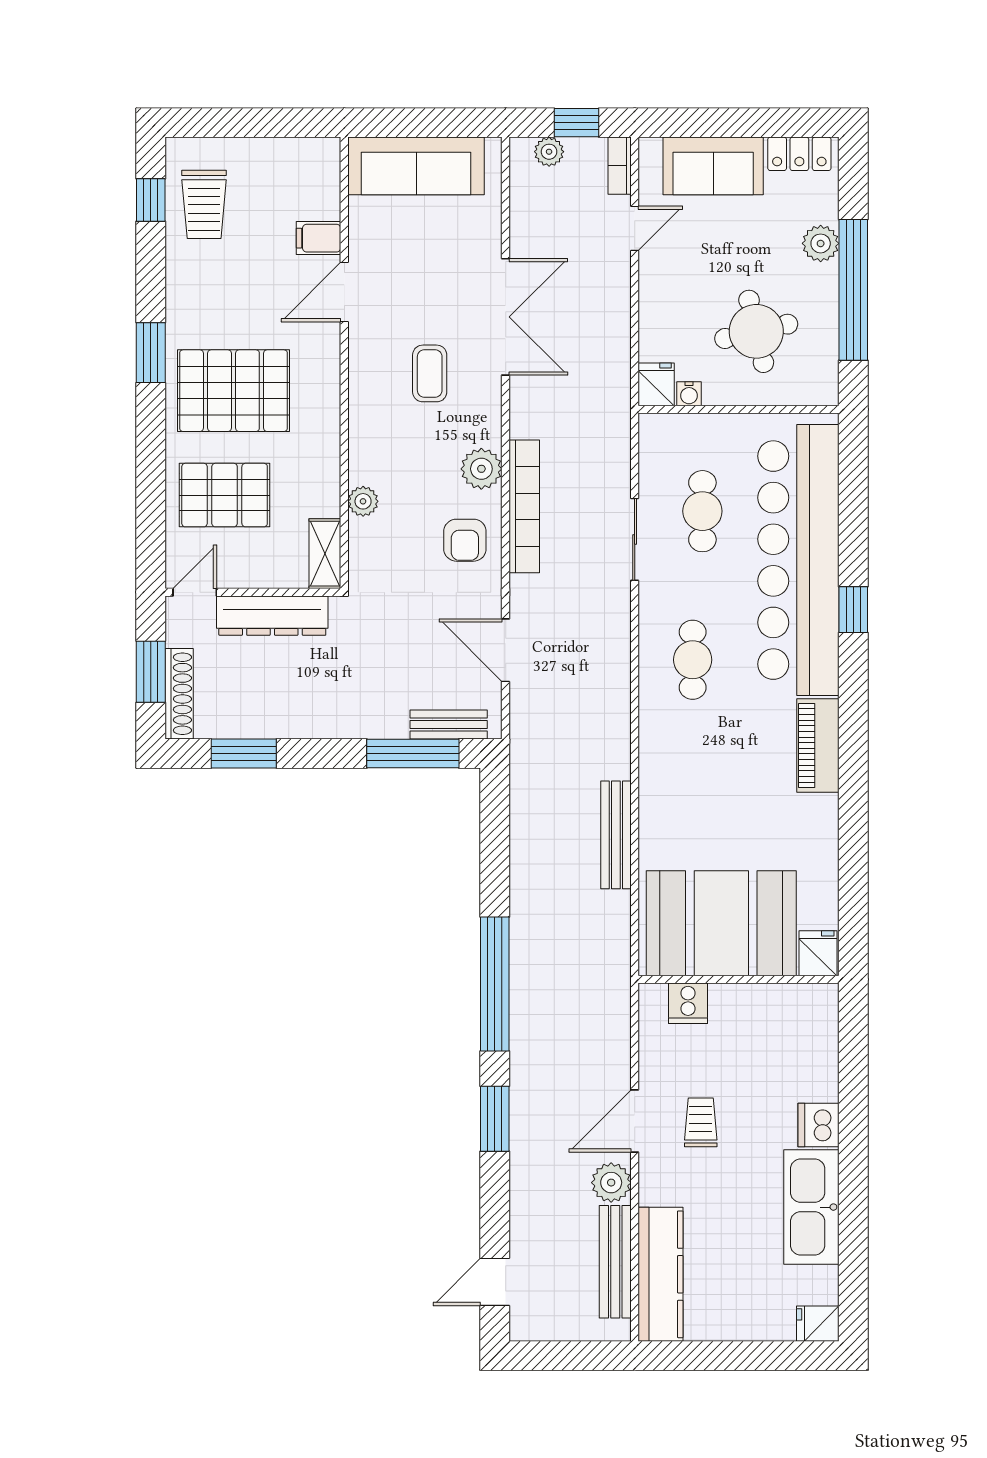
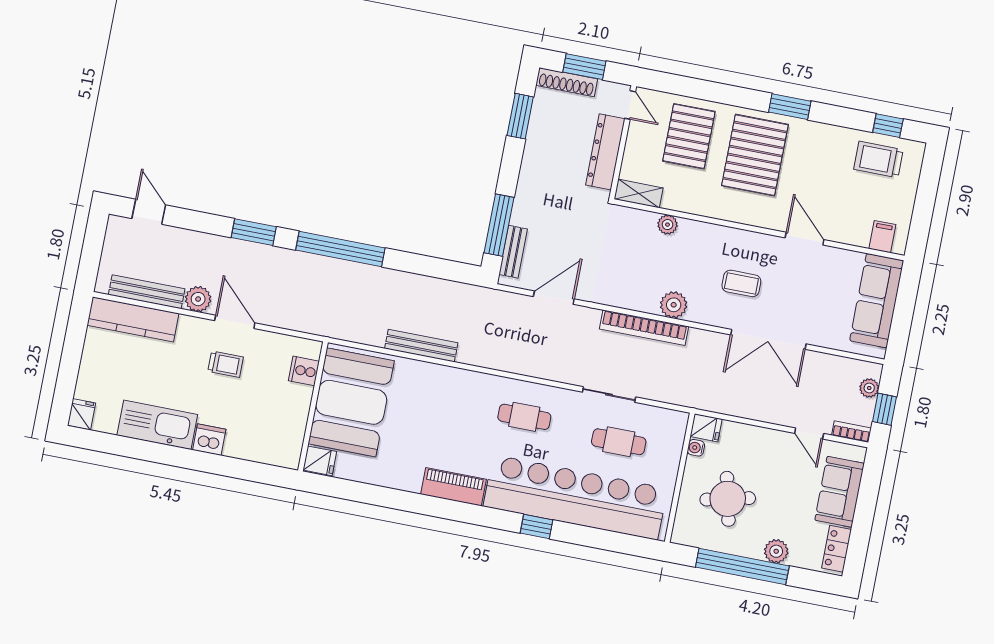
filing cabinet: (319, 238) -> (882, 237), moved
armchair: (465, 540) -> (630, 285), removed

